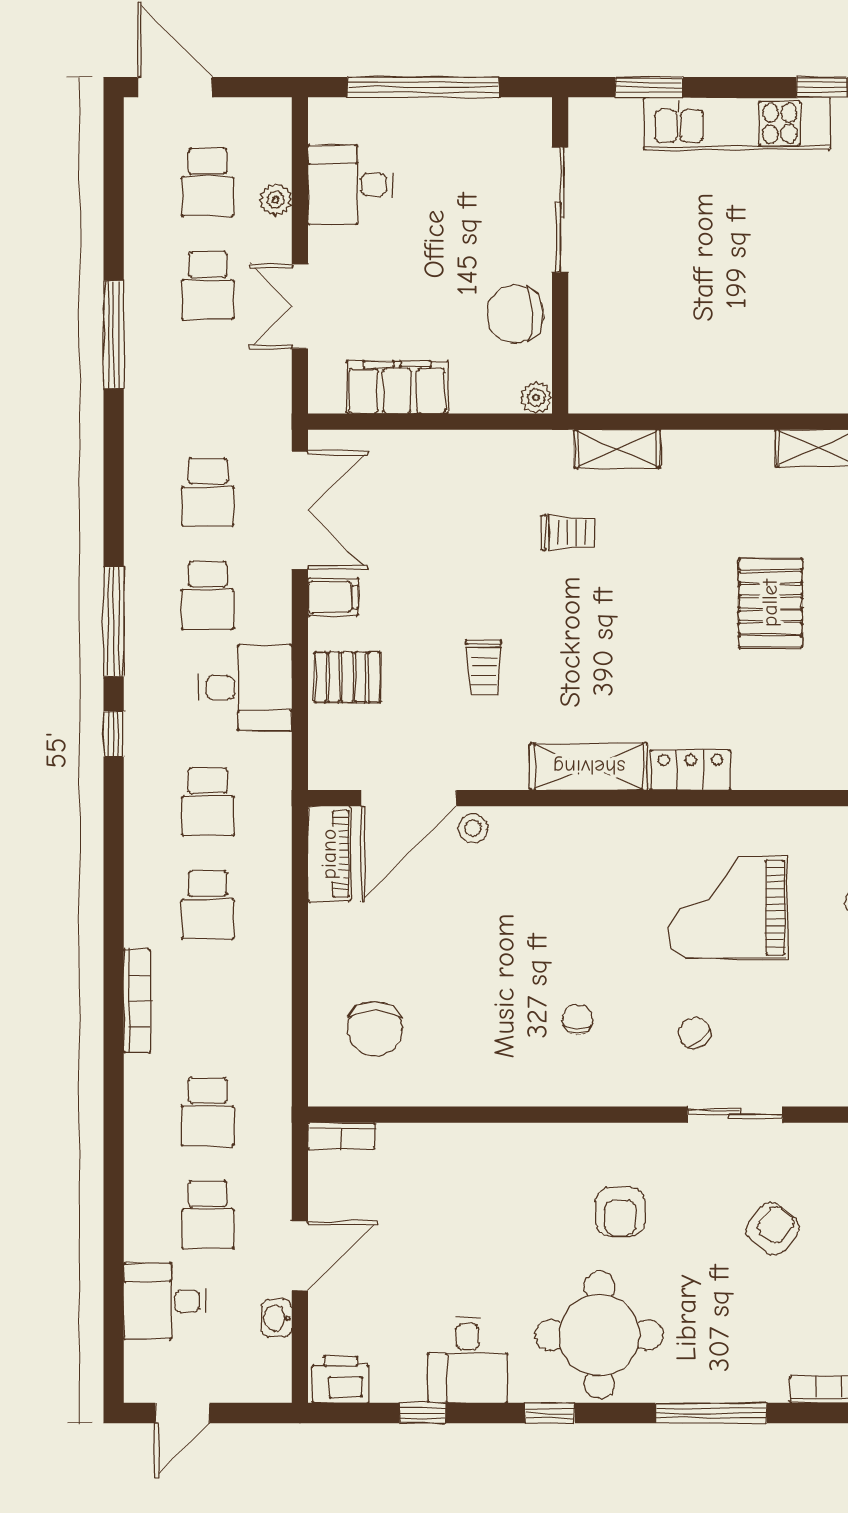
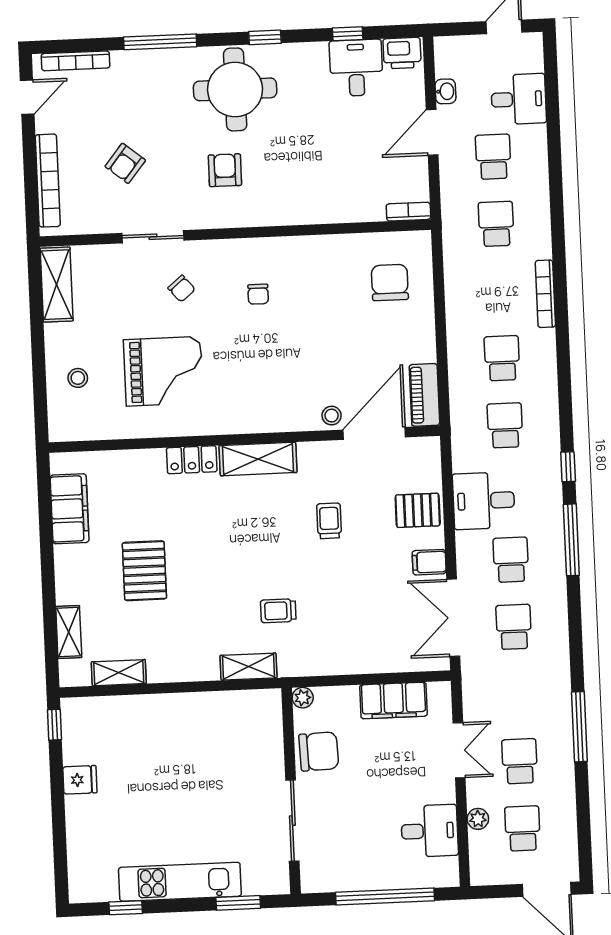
desk: (468, 1360) -> (356, 68), moved

